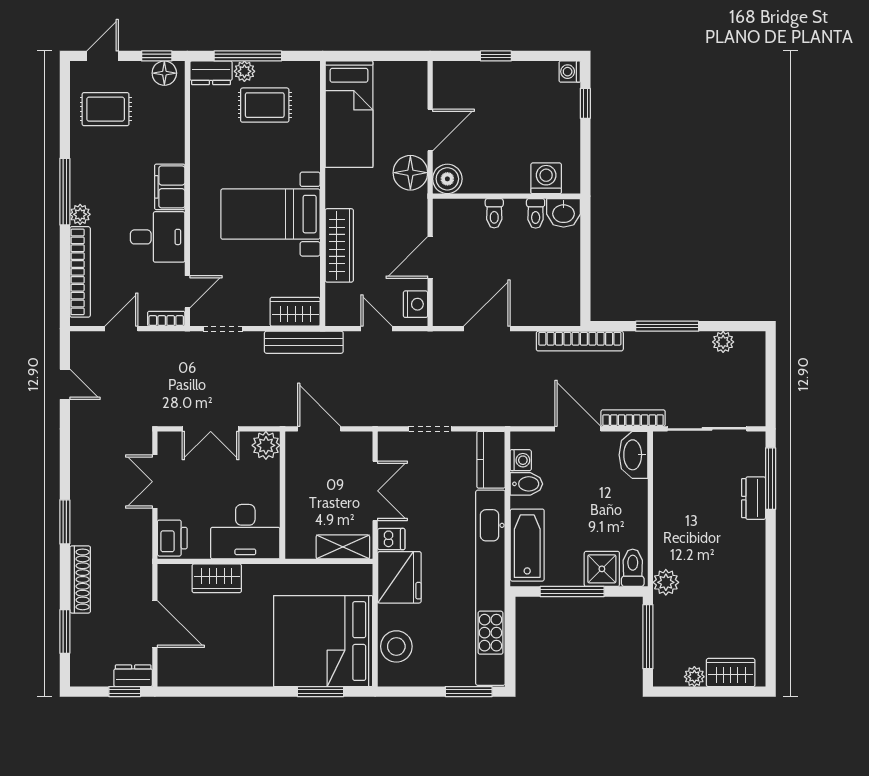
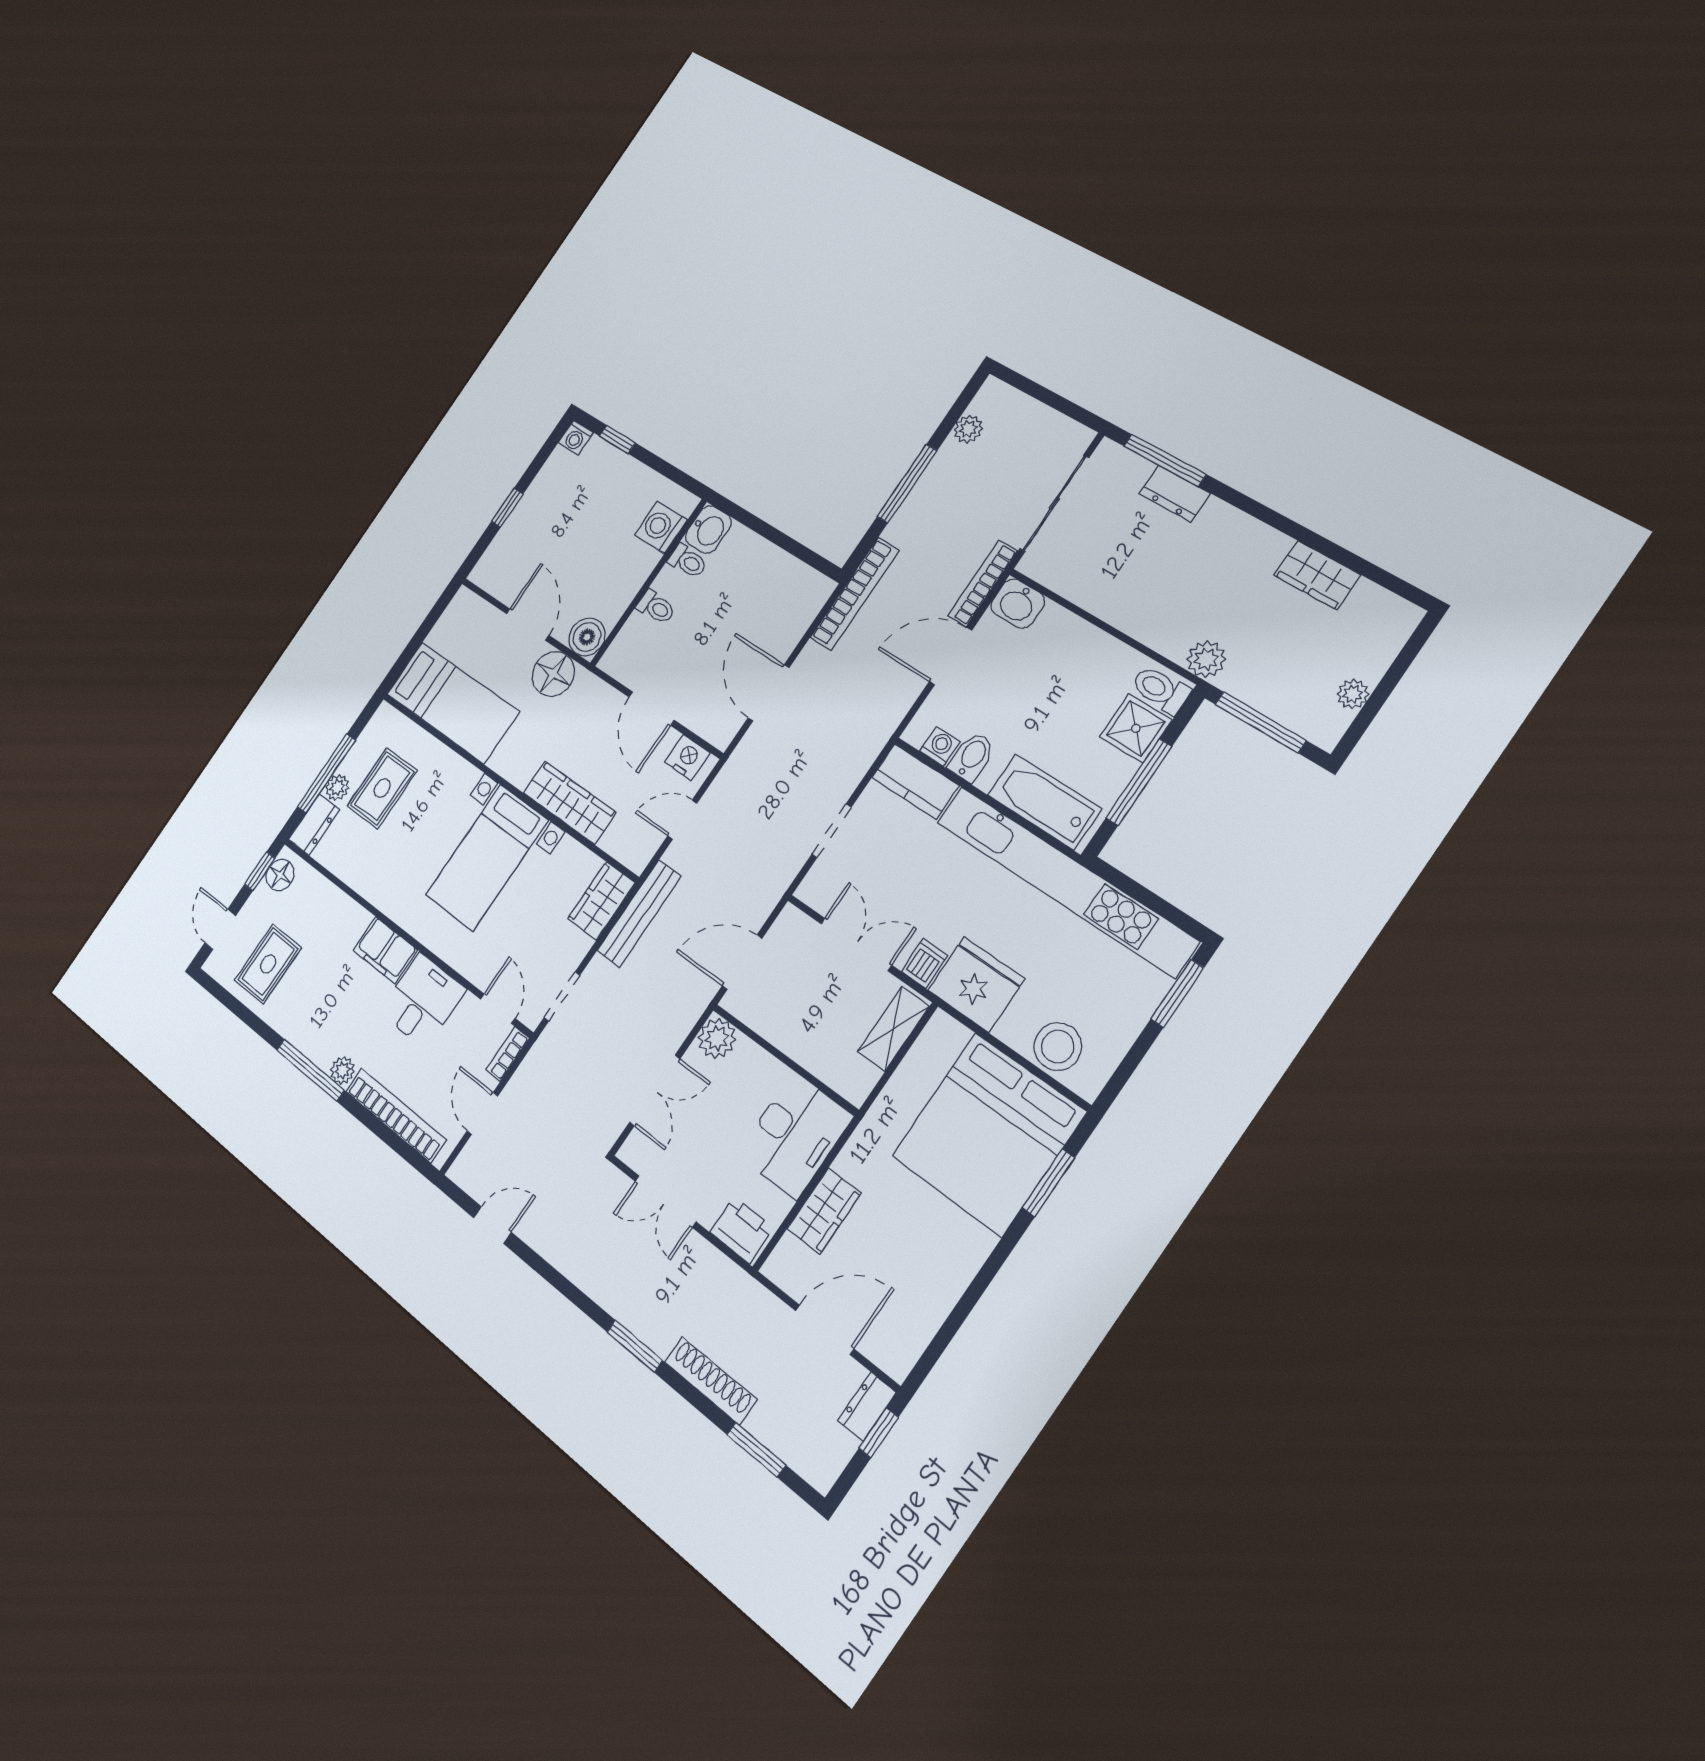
washbasin: (634, 455) -> (1018, 604), width x0.72
wardrobe: (731, 673) -> (1317, 575), moved, turned -90

